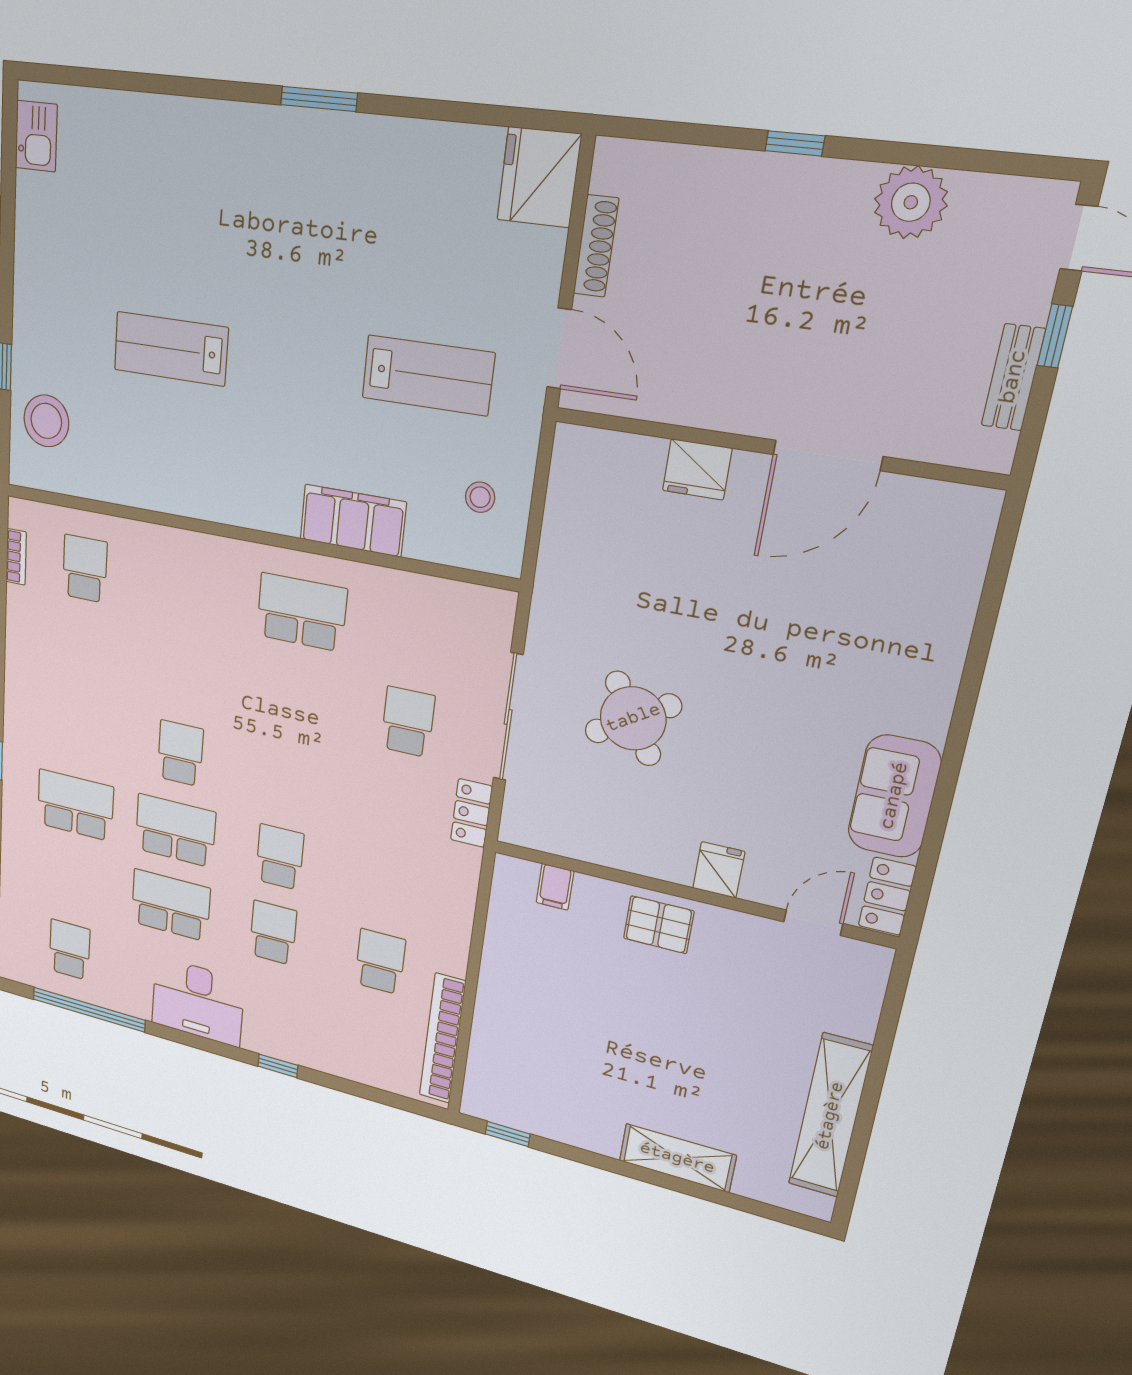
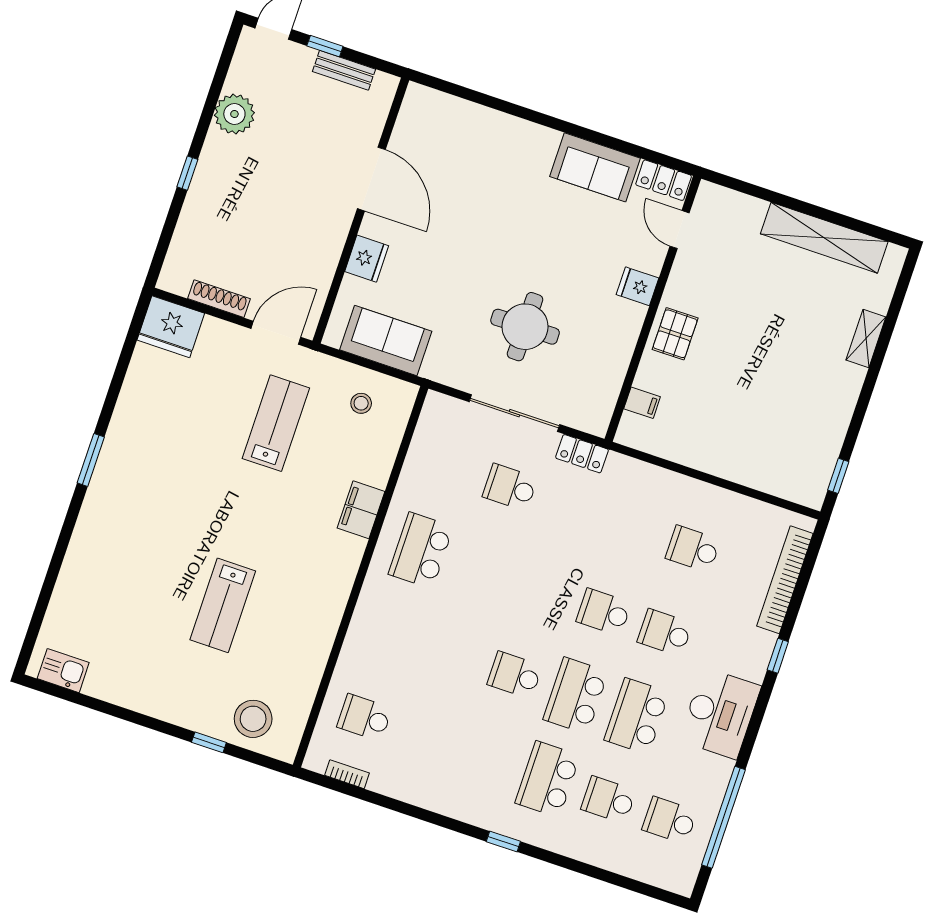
sofa: (577, 519) -> (386, 341), added
filing cabinet: (353, 521) -> (361, 510), width x0.67, depth x0.86
round table: (633, 718) -> (525, 327), turned 32
school desk: (72, 879) -> (609, 800), added
bookcase: (442, 1039) -> (785, 580), moved, turned 90
shelving: (677, 1158) -> (866, 338), width x0.67, depth x0.75

